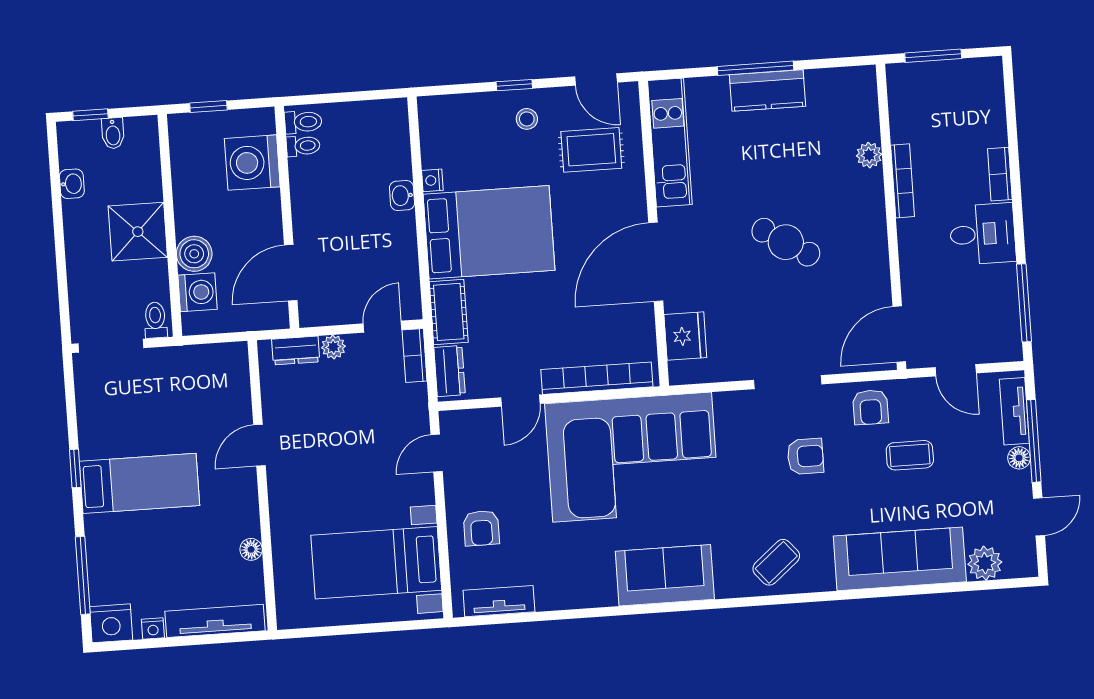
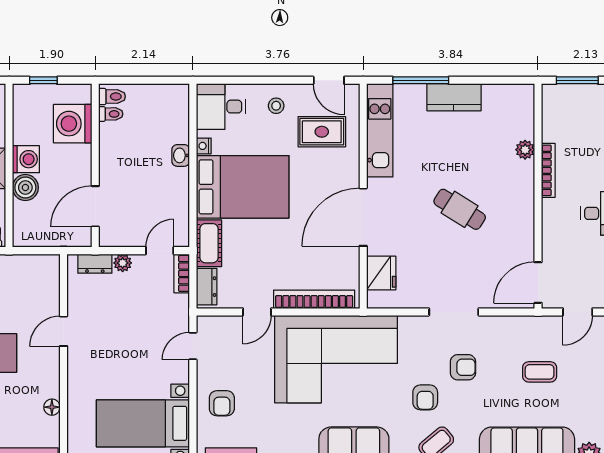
window: (755, 68) -> (421, 80), moved
window: (514, 85) -> (269, 80), removed
desk: (452, 125) -> (221, 107), added
washing machine: (198, 292) -> (26, 159), moved
door: (956, 370) -> (578, 312), hinge flipped
armchair: (871, 407) -> (425, 397), moved

